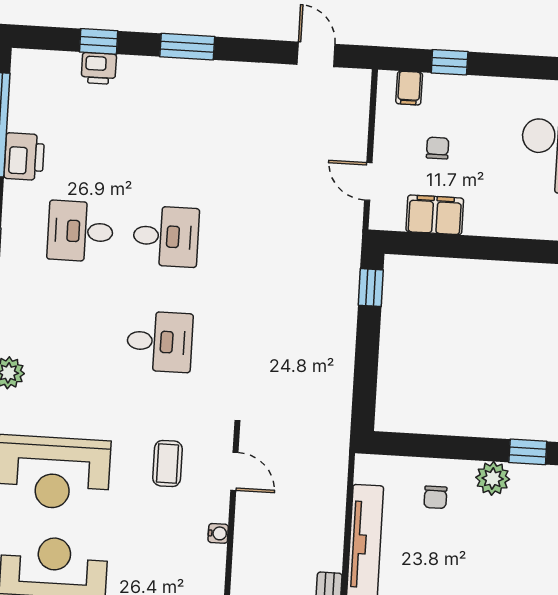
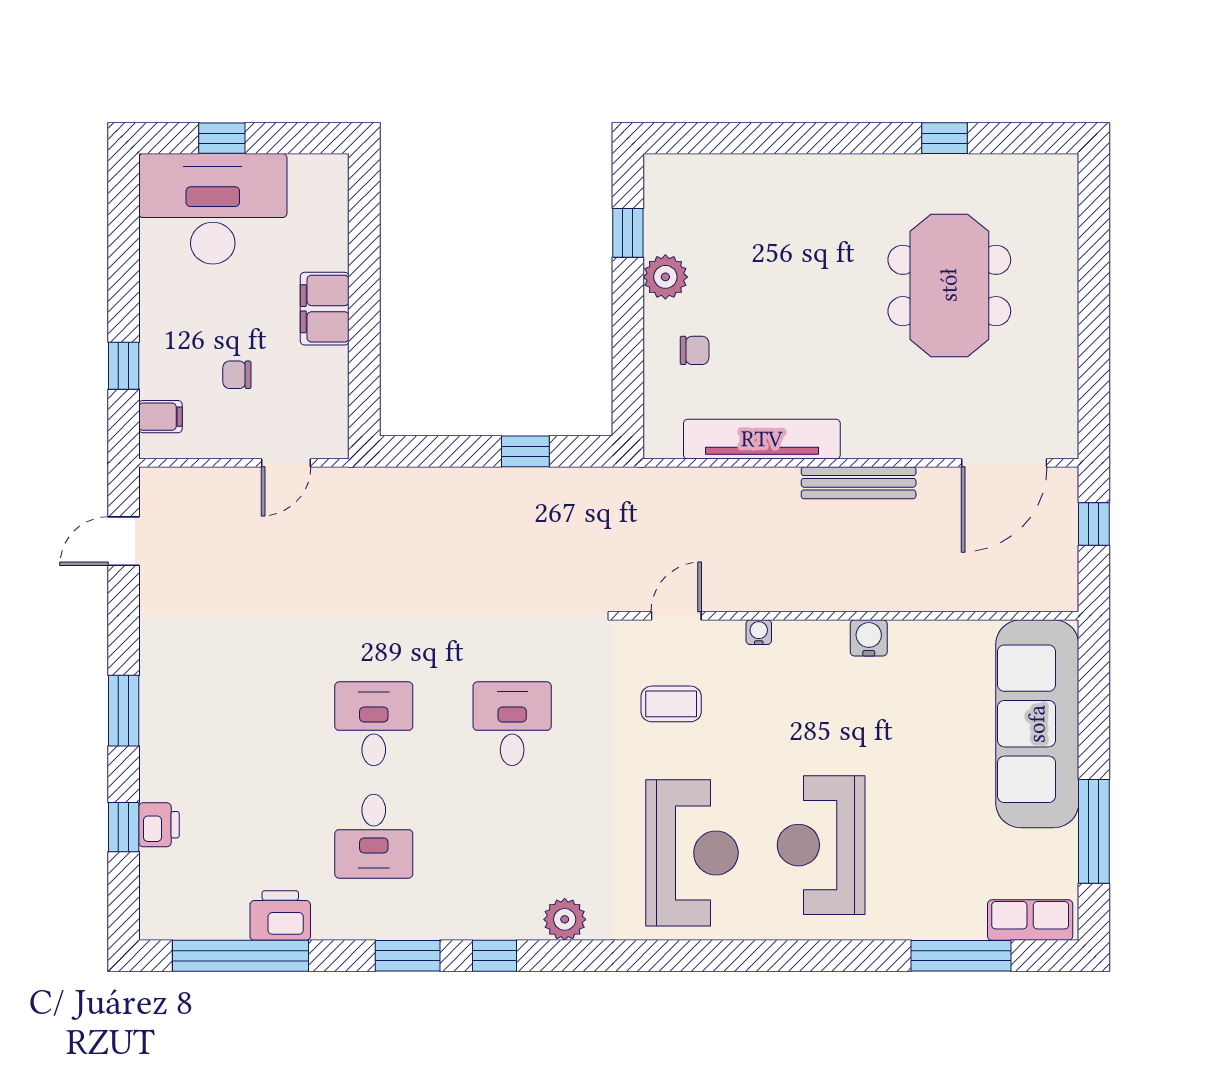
filing cabinet: (435, 215) -> (325, 309), moved
window: (371, 288) -> (525, 451), moved

